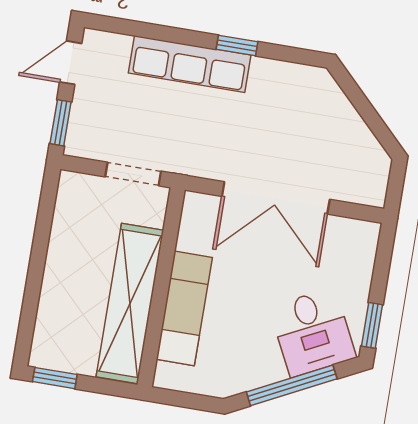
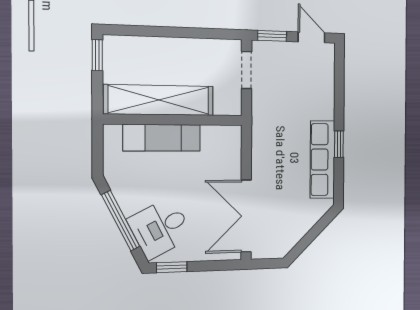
row of seats: (190, 64) -> (322, 160), moved
doorway: (133, 174) -> (247, 70), moved
double door: (276, 198) -> (246, 216), moved

